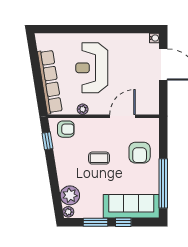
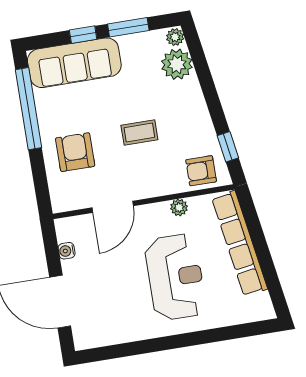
water cooler: (154, 38) -> (67, 251), moved

